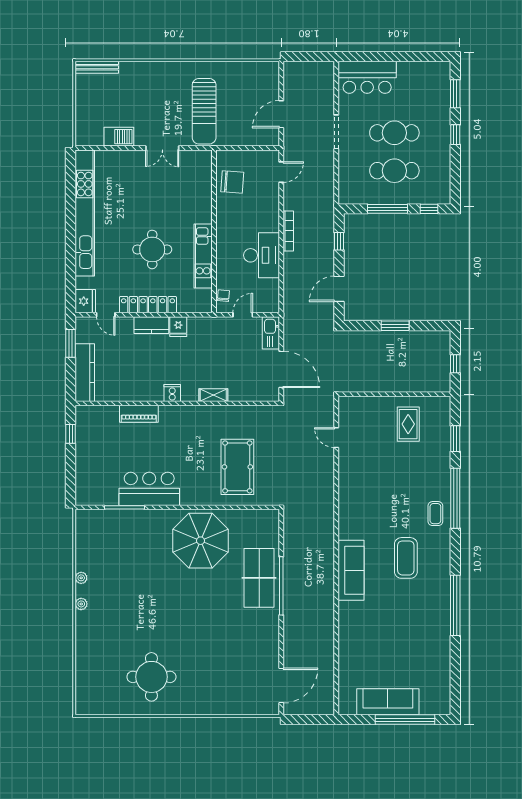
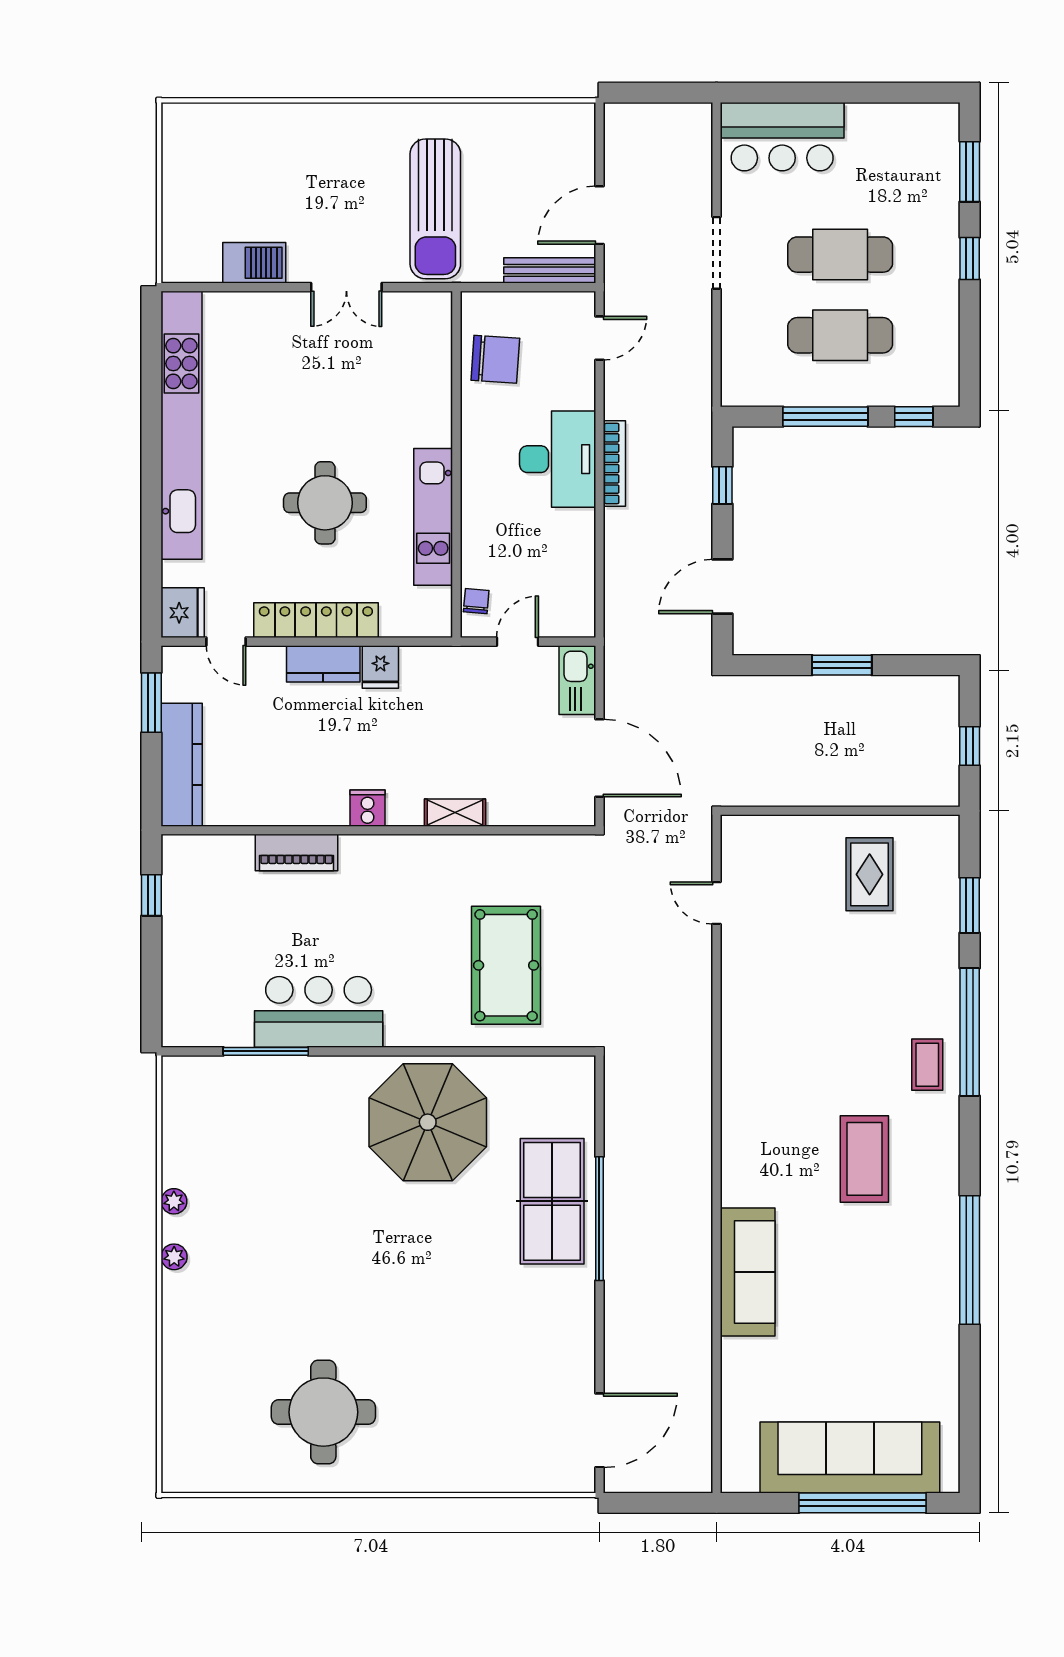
bench: (97, 67) -> (550, 270), moved
desk: (262, 255) -> (558, 459), moved
sofa: (351, 570) -> (748, 1272), moved
sofa: (388, 702) -> (850, 1457), width x1.36, depth x1.27

